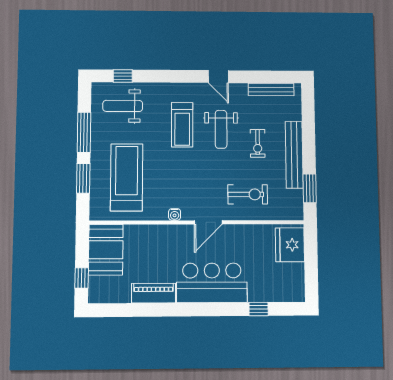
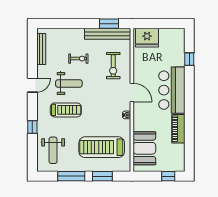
window: (123, 76) -> (32, 127), moved
bench: (294, 155) -> (108, 34), moved
exercise bike: (248, 194) -> (113, 66), turned 180
booth: (106, 250) -> (144, 148), moved, turned 90

